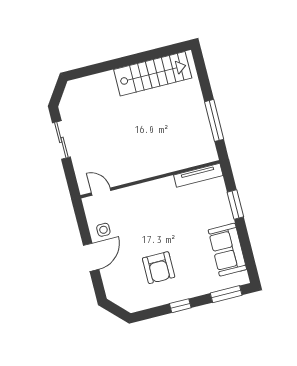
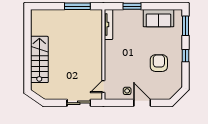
stairs: (153, 74) -> (39, 59), moved
sliding door: (61, 140) -> (79, 103), moved
armchair: (159, 268) -> (159, 63), turned -90

